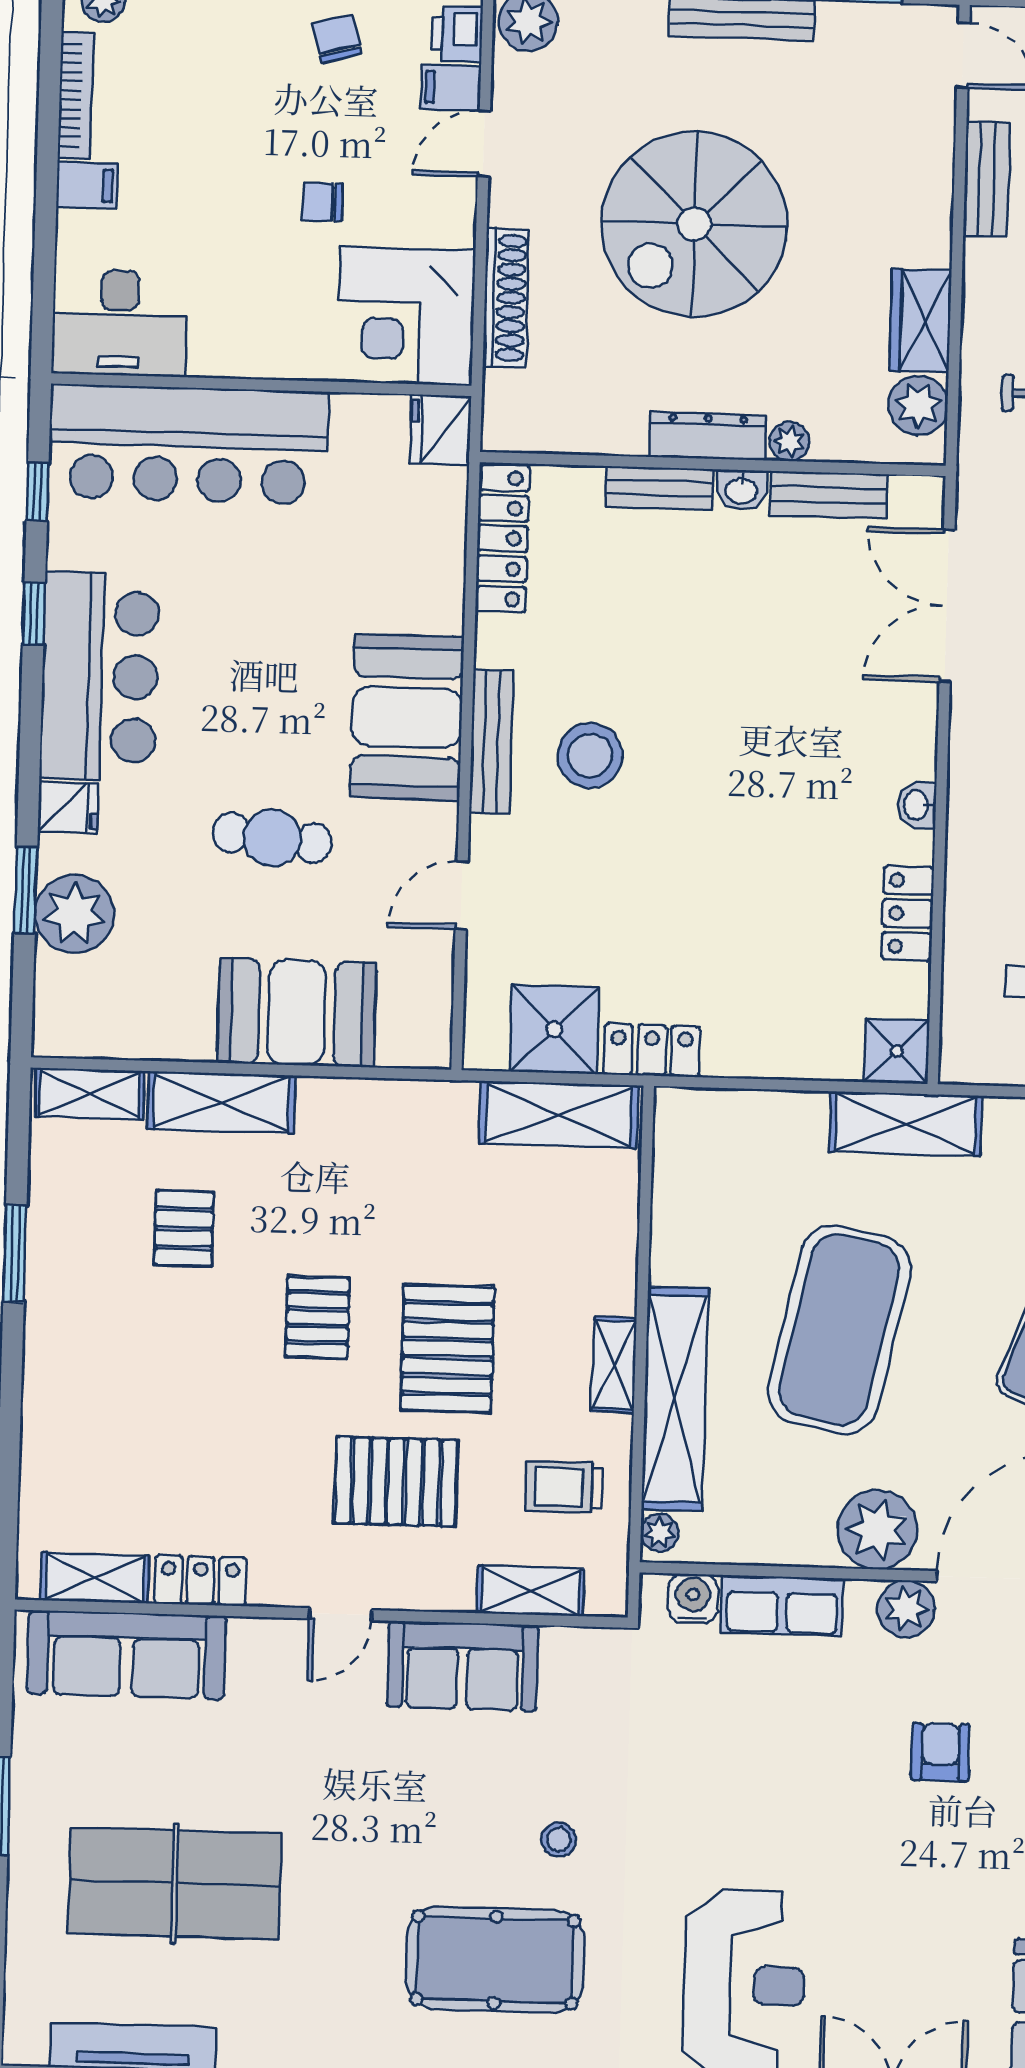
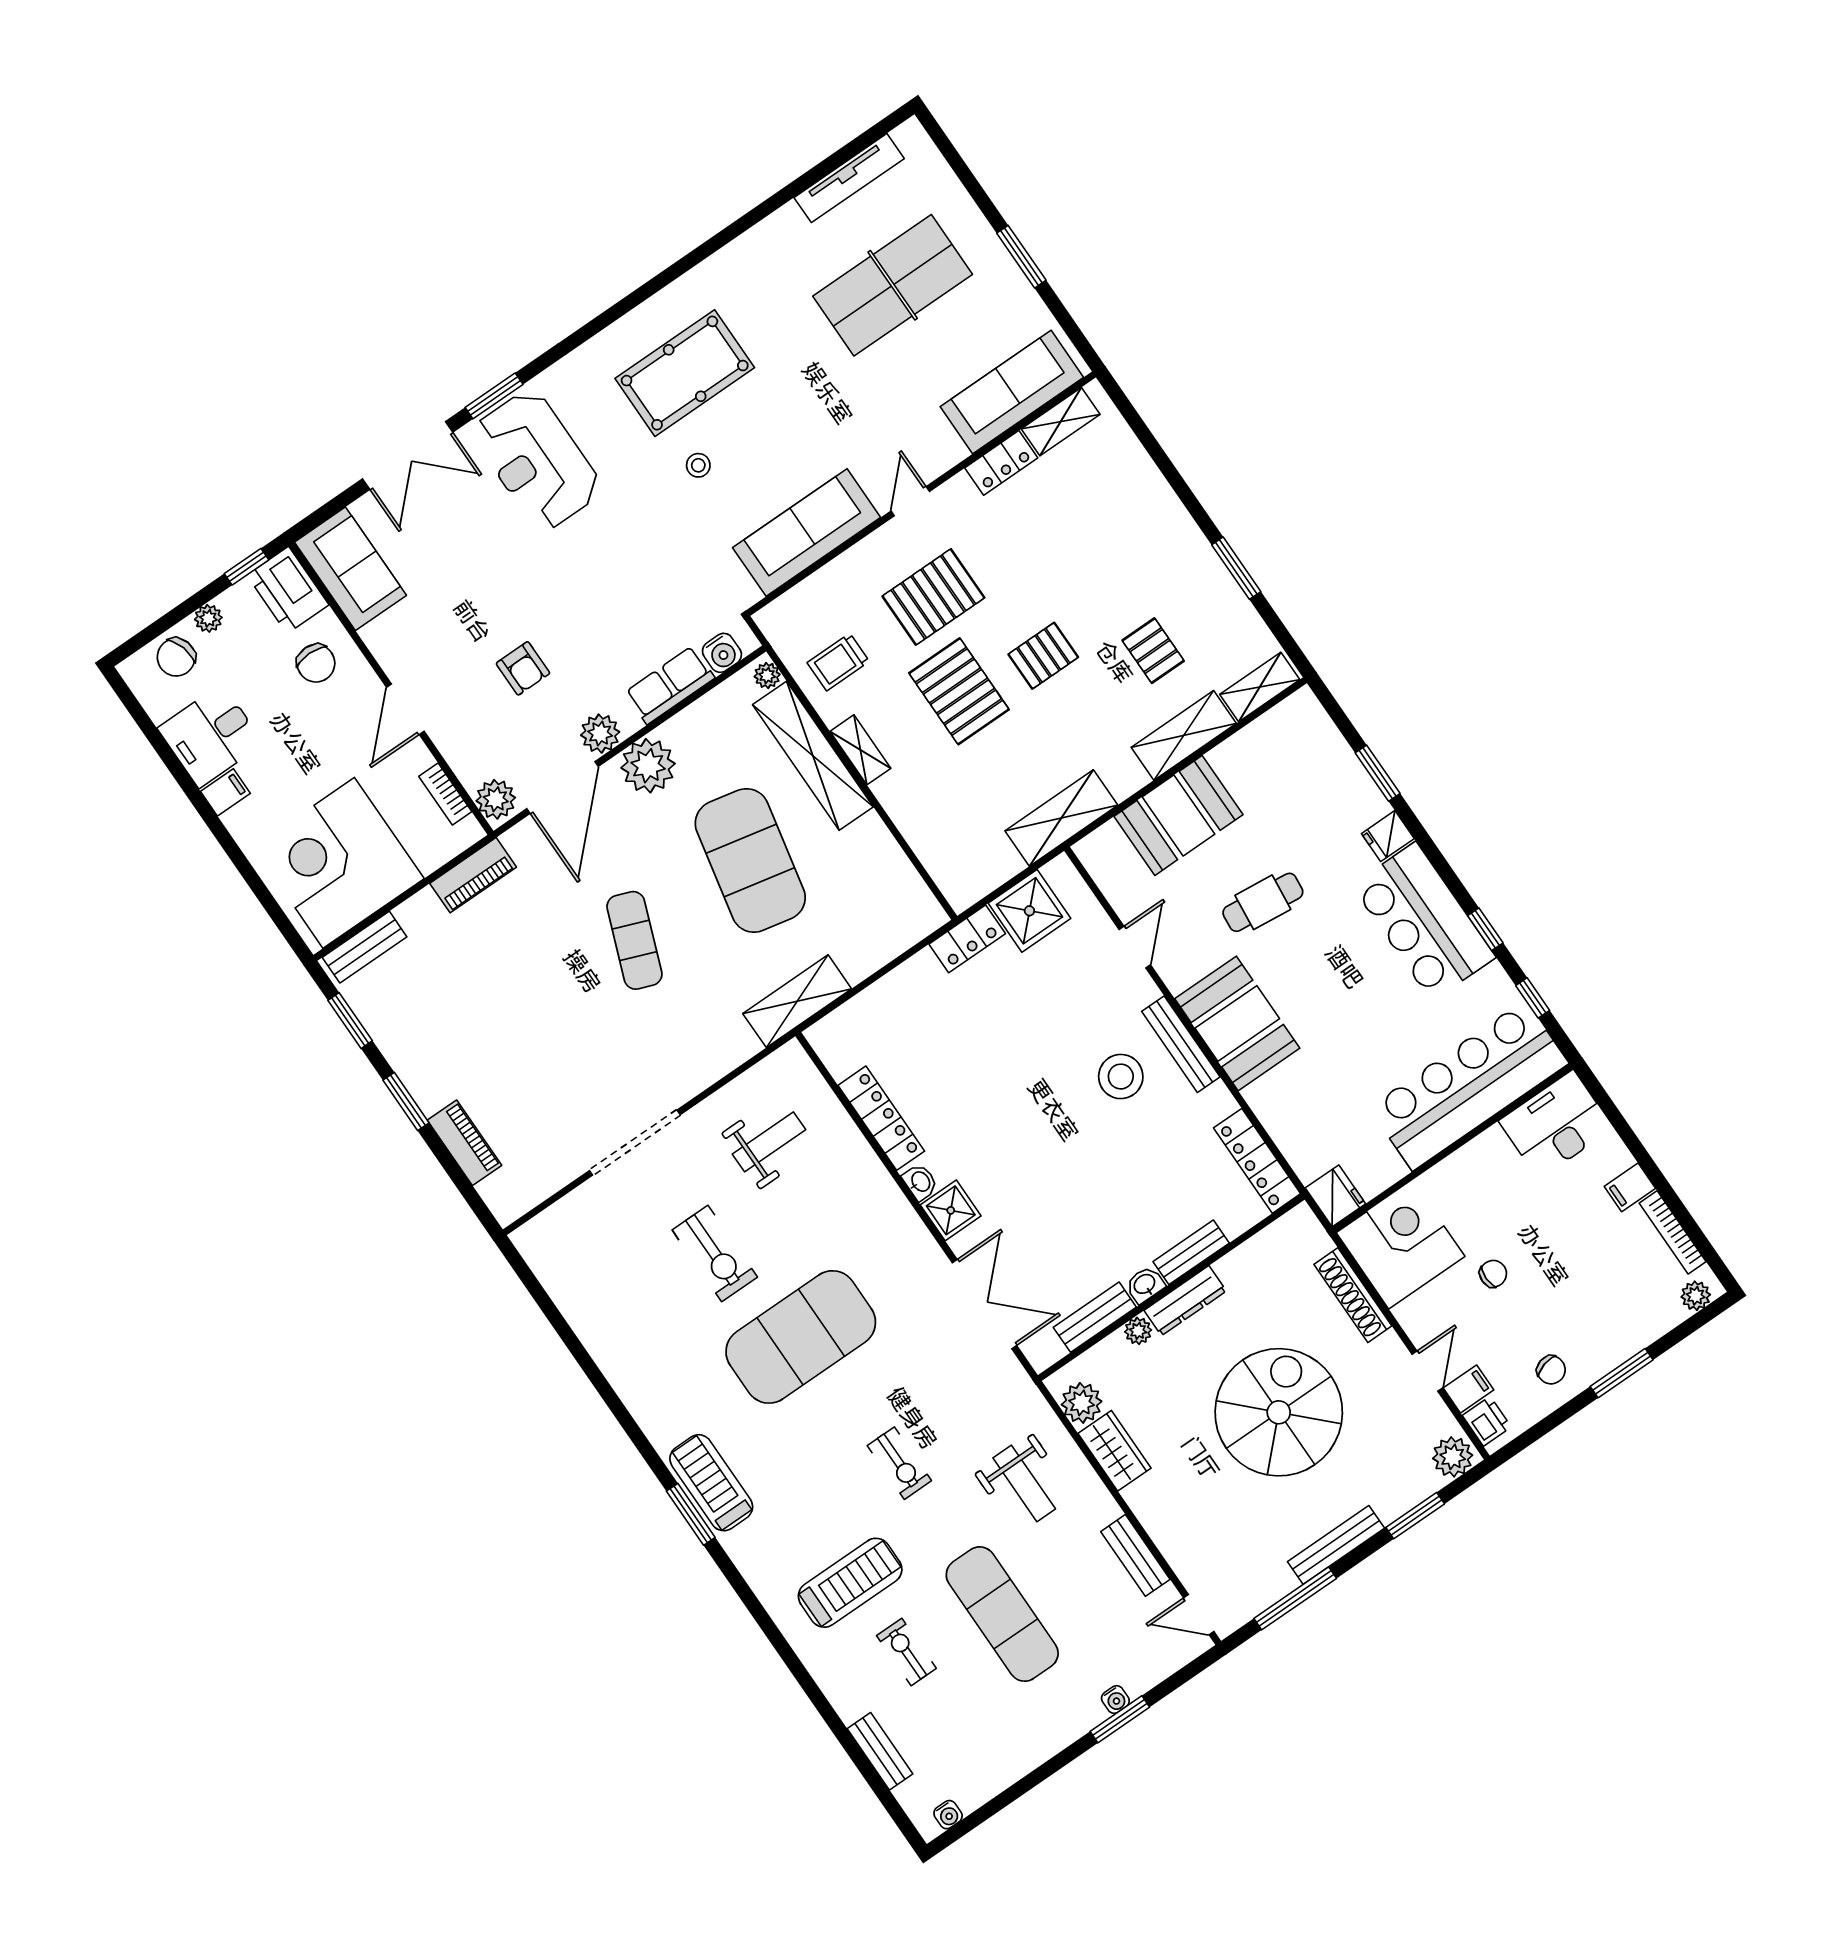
locker: (908, 913) -> (881, 1118), width x1.53
plant: (74, 914) -> (1341, 780), removed
shower: (897, 1051) -> (951, 1210), moved
shelving: (559, 1115) -> (1061, 818), moved
pallet: (318, 1317) -> (1043, 656), turned 90
trolley: (564, 1487) -> (838, 662), turned 180
shelving: (531, 1591) -> (815, 591), removed
sofa: (463, 1666) -> (807, 533), width x1.36

